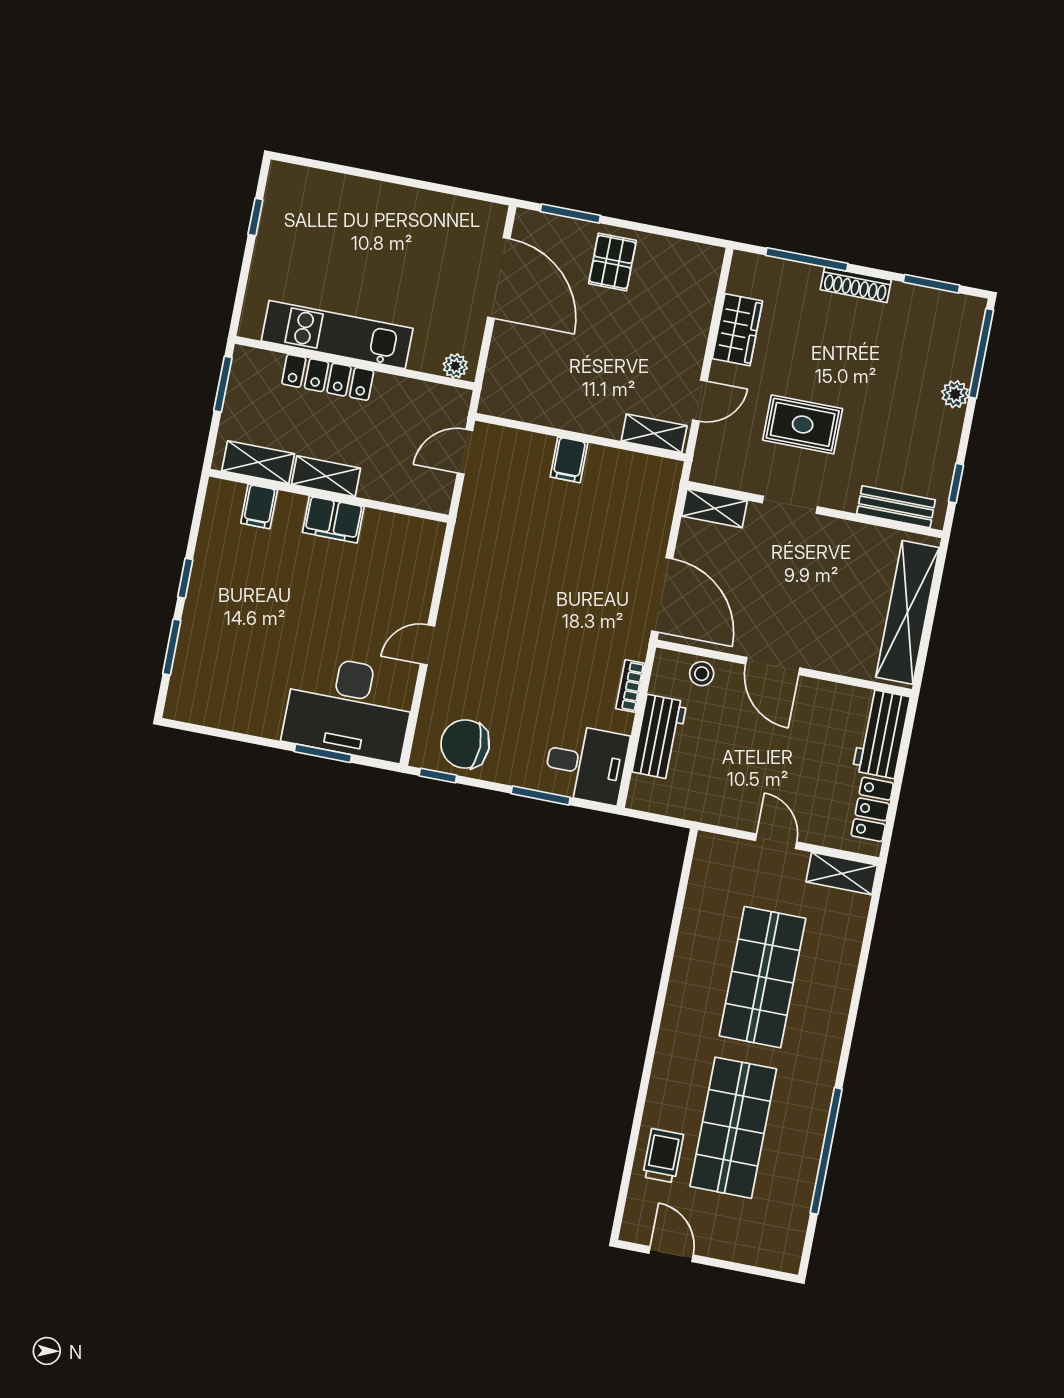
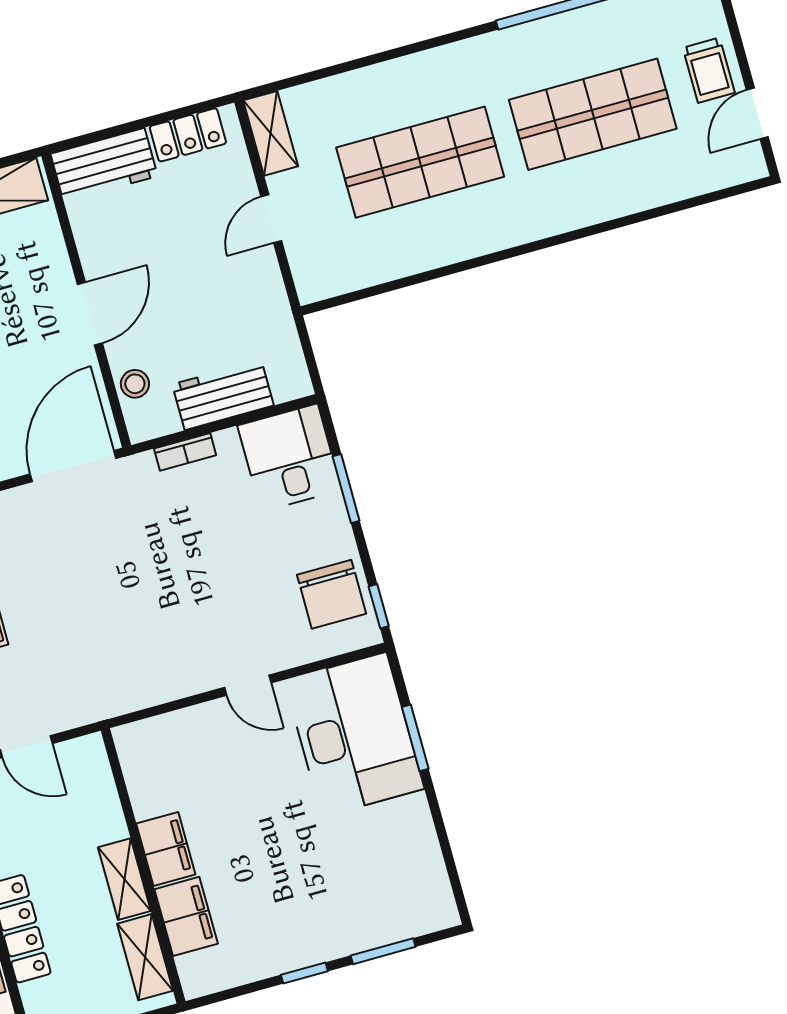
filing cabinet: (259, 506) -> (186, 916), width x2.00
trolley: (663, 1156) -> (709, 70), moved, turned -90

